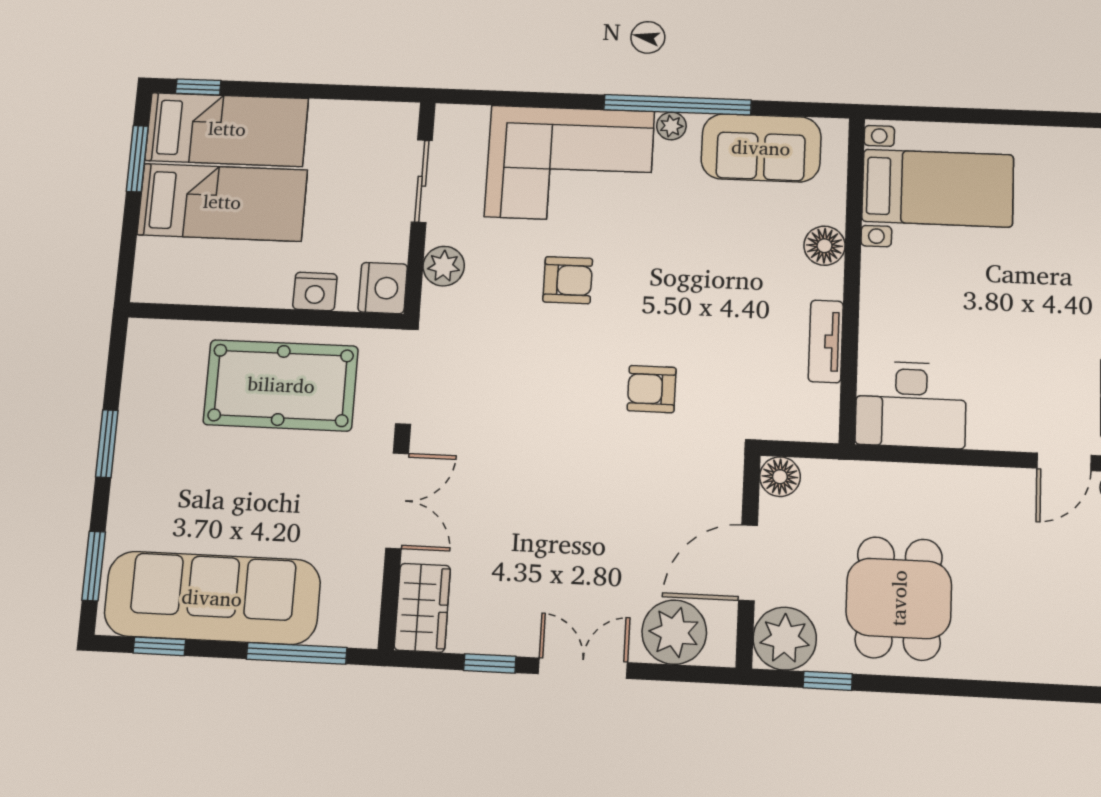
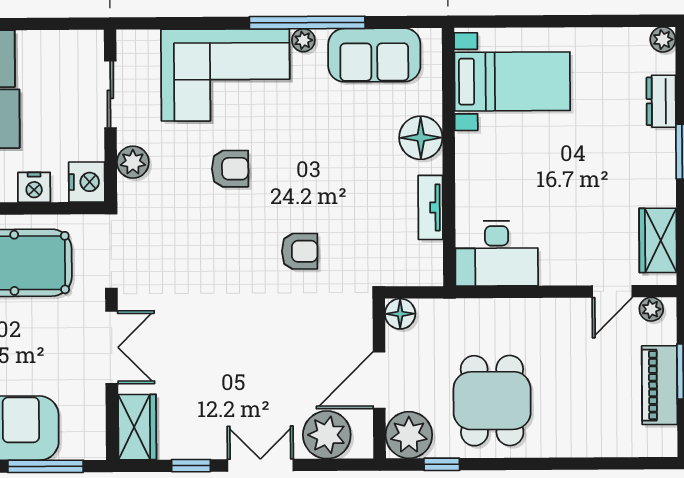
floor lamp: (824, 246) -> (421, 138), width x1.38, depth x1.38
armchair: (652, 389) -> (300, 251), turned 180

